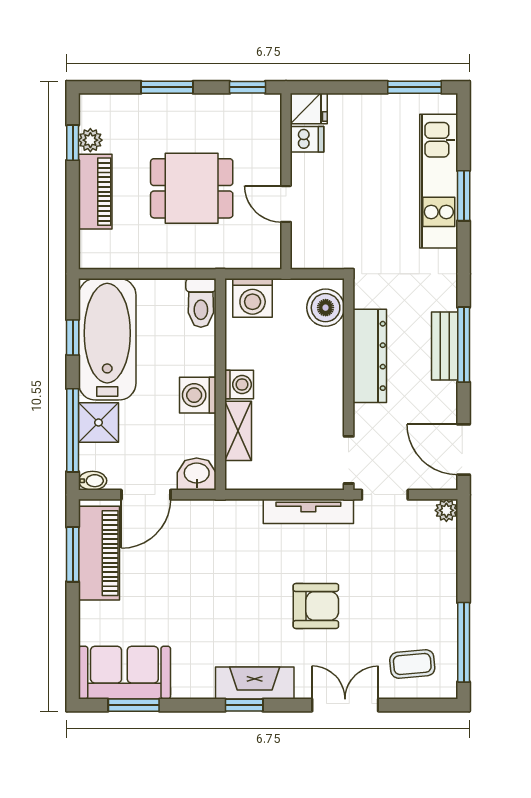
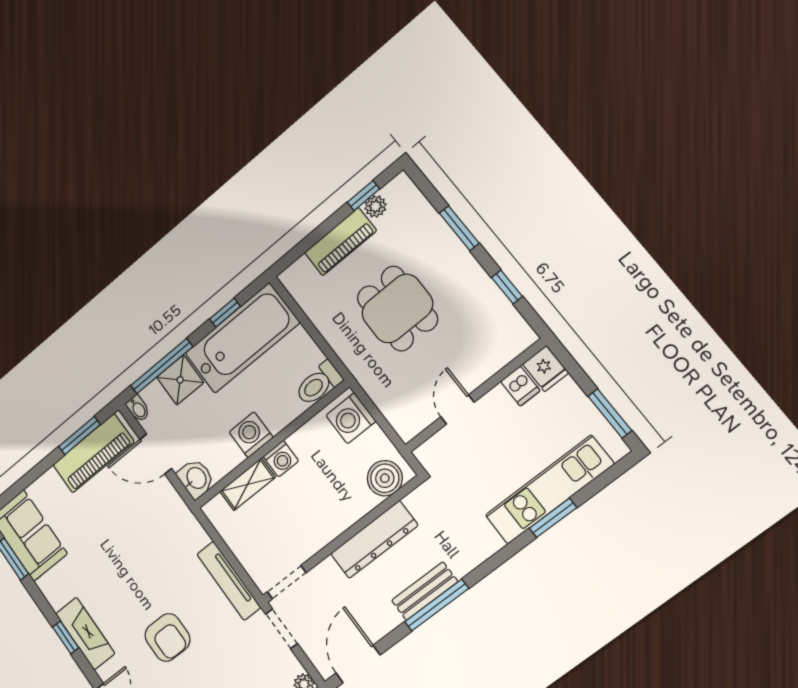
fridge: (309, 109) -> (546, 368), moved
dishwasher: (307, 139) -> (520, 386), moved
wall: (286, 181) -> (475, 396), moved
door: (286, 204) -> (457, 410), moved

